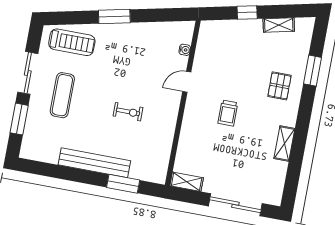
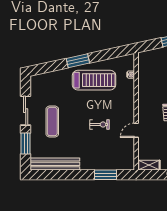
treadmill: (72, 42) -> (94, 80), moved, width x1.37, depth x1.38
door: (187, 82) -> (136, 130), moved
bench: (94, 163) -> (55, 164), moved

